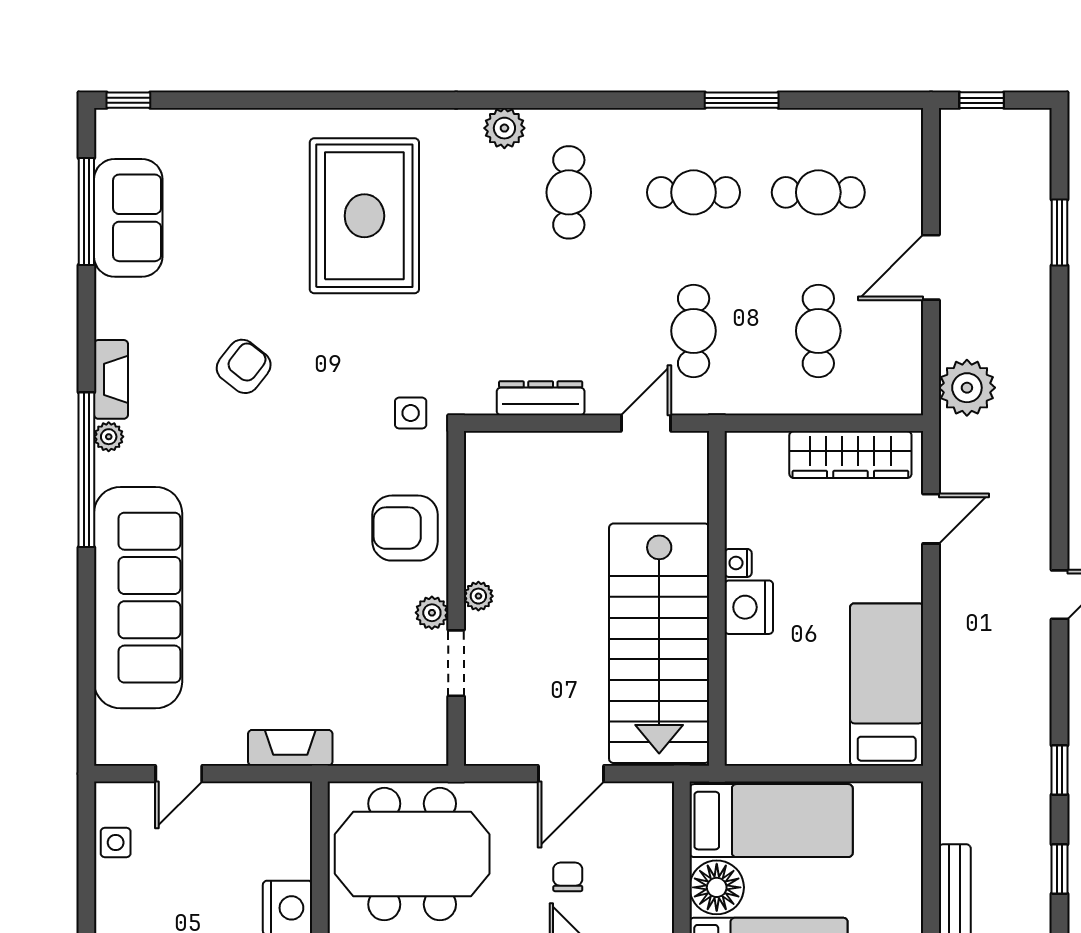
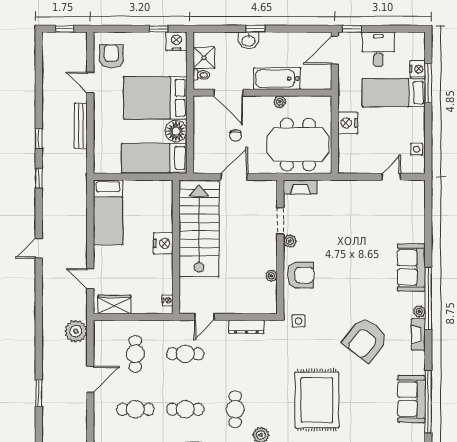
window: (86, 212) -> (428, 402), width x1.46
cafe table: (694, 331) -> (185, 354), turned 90
armchair: (244, 366) -> (365, 340), width x1.88, depth x1.88
wardrobe: (850, 455) -> (114, 304), width x0.67
door: (931, 519) -> (90, 279), hinge flipped
nightstand: (738, 563) -> (167, 300), moved
plant: (478, 596) -> (271, 276), moved
sofa: (138, 598) -> (411, 267), width x0.54, depth x0.79
fireplace: (290, 748) -> (300, 187), moved

